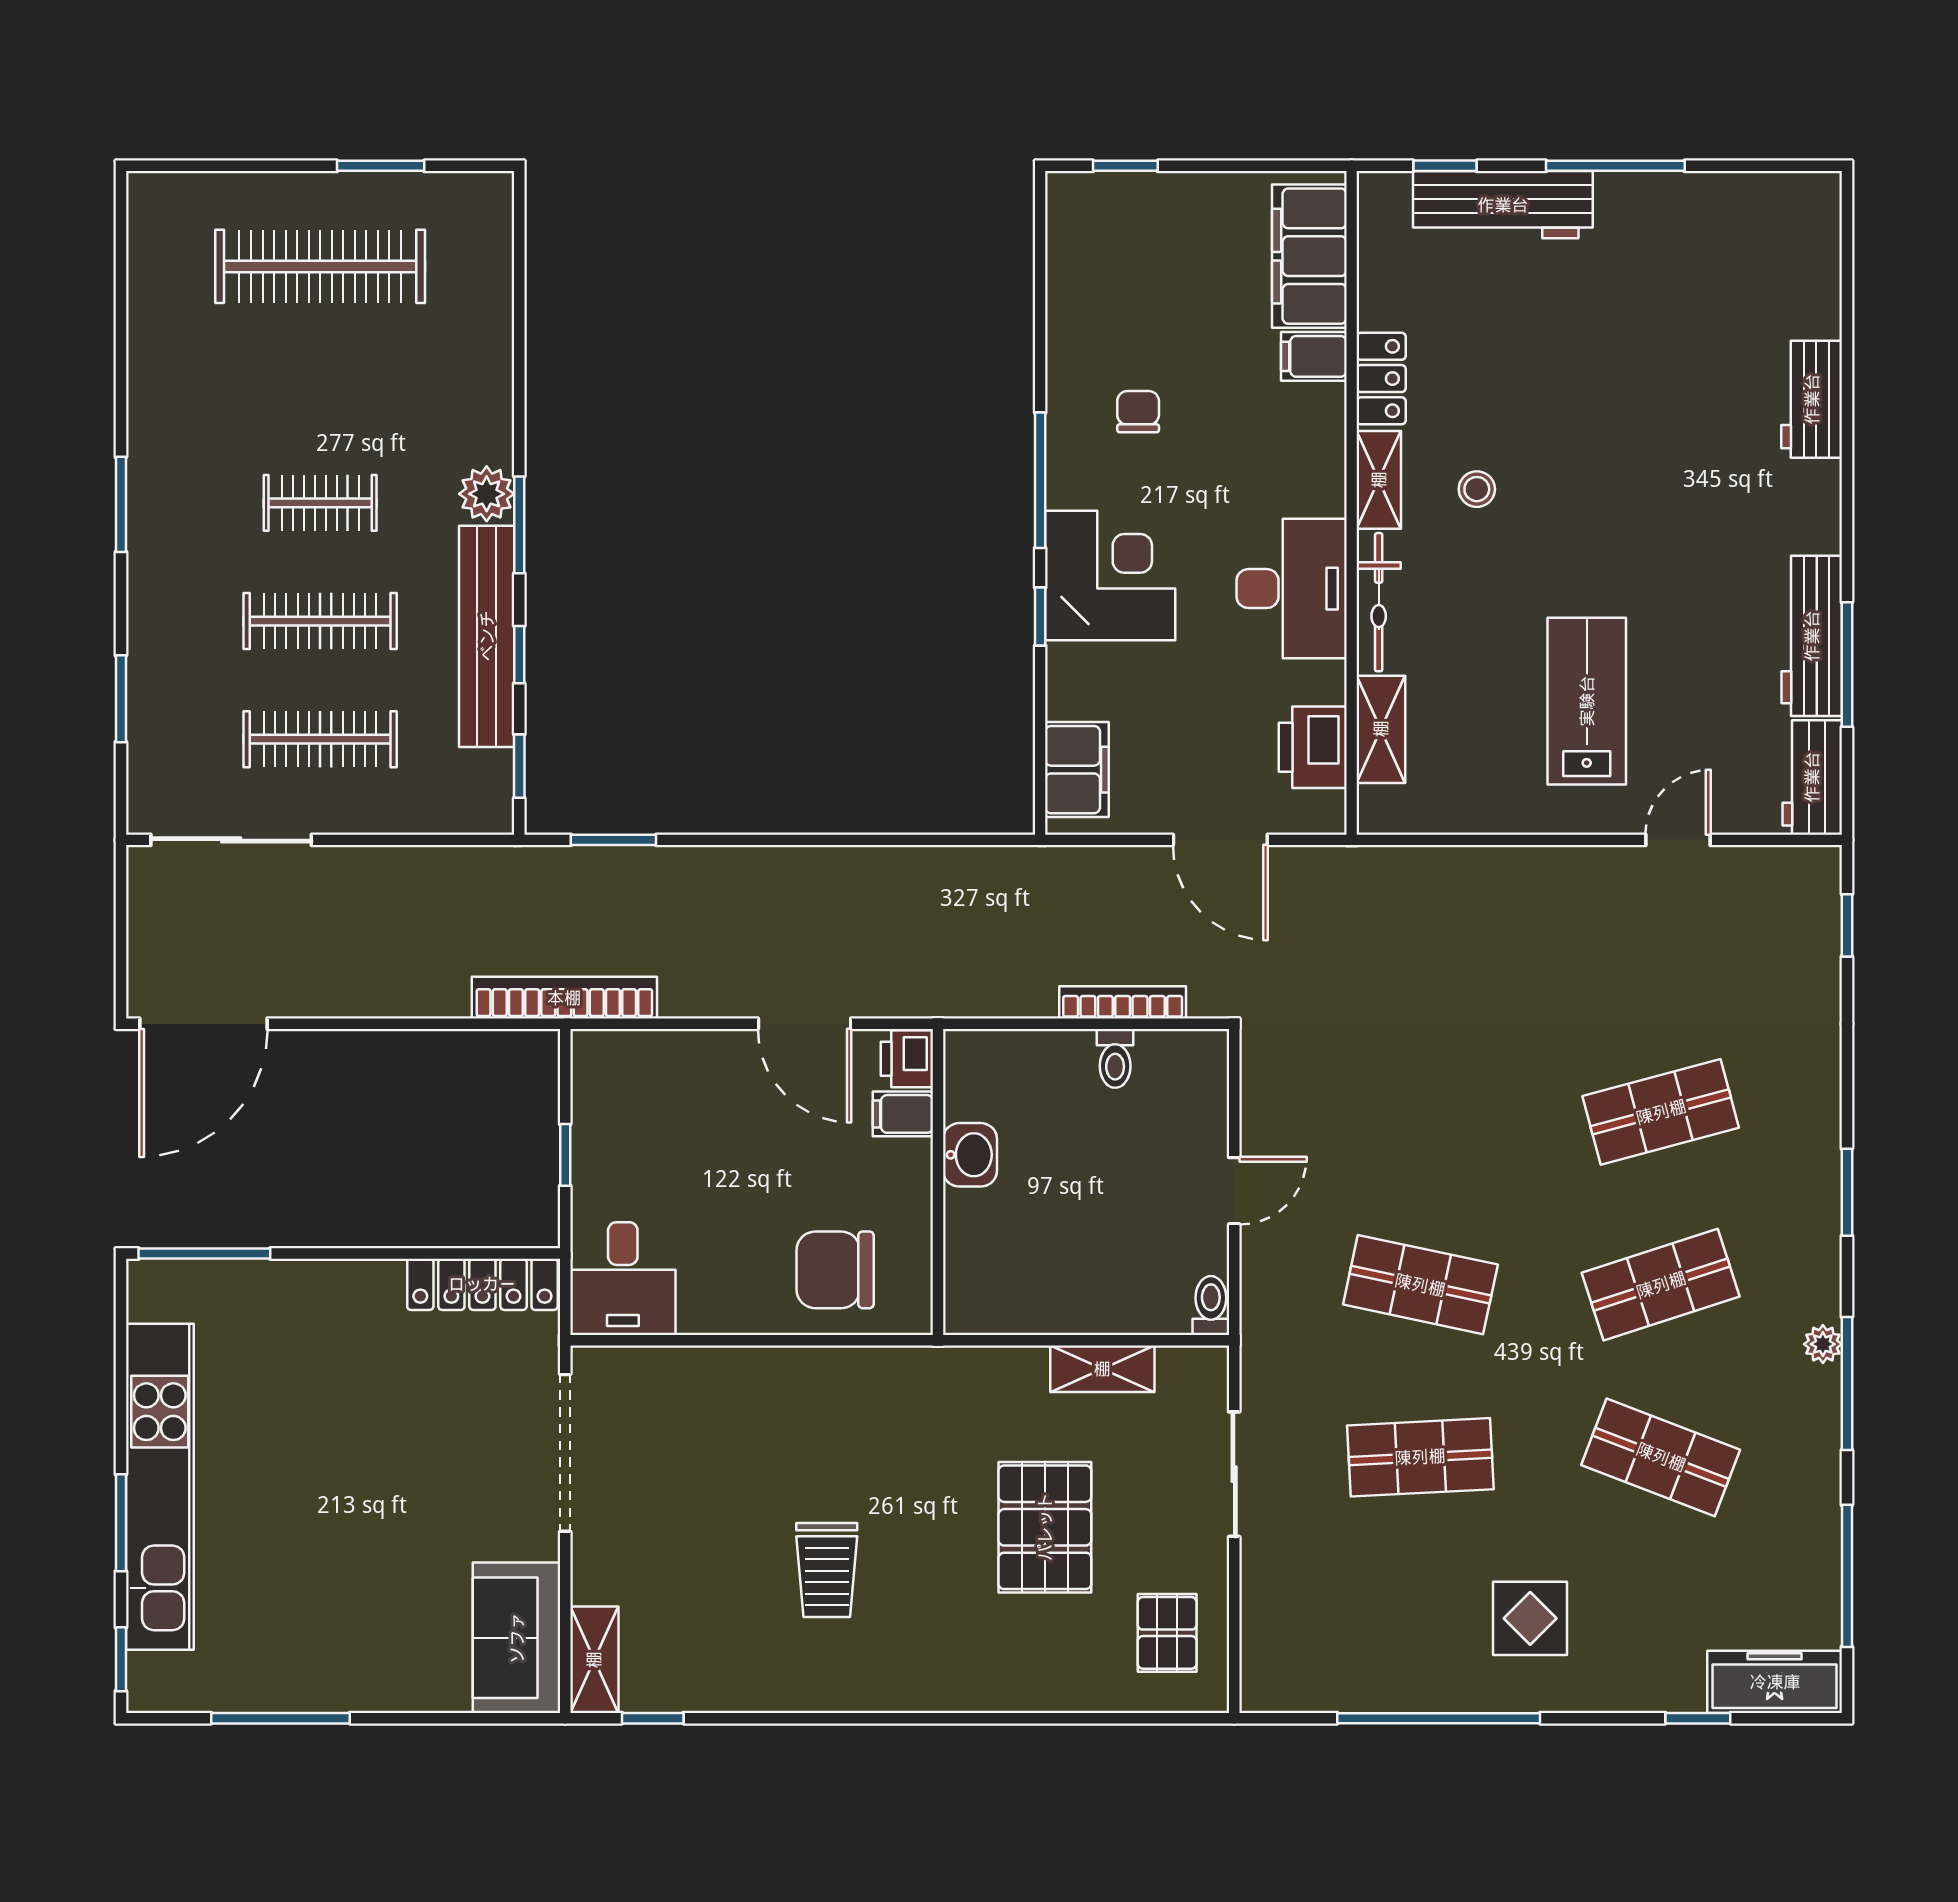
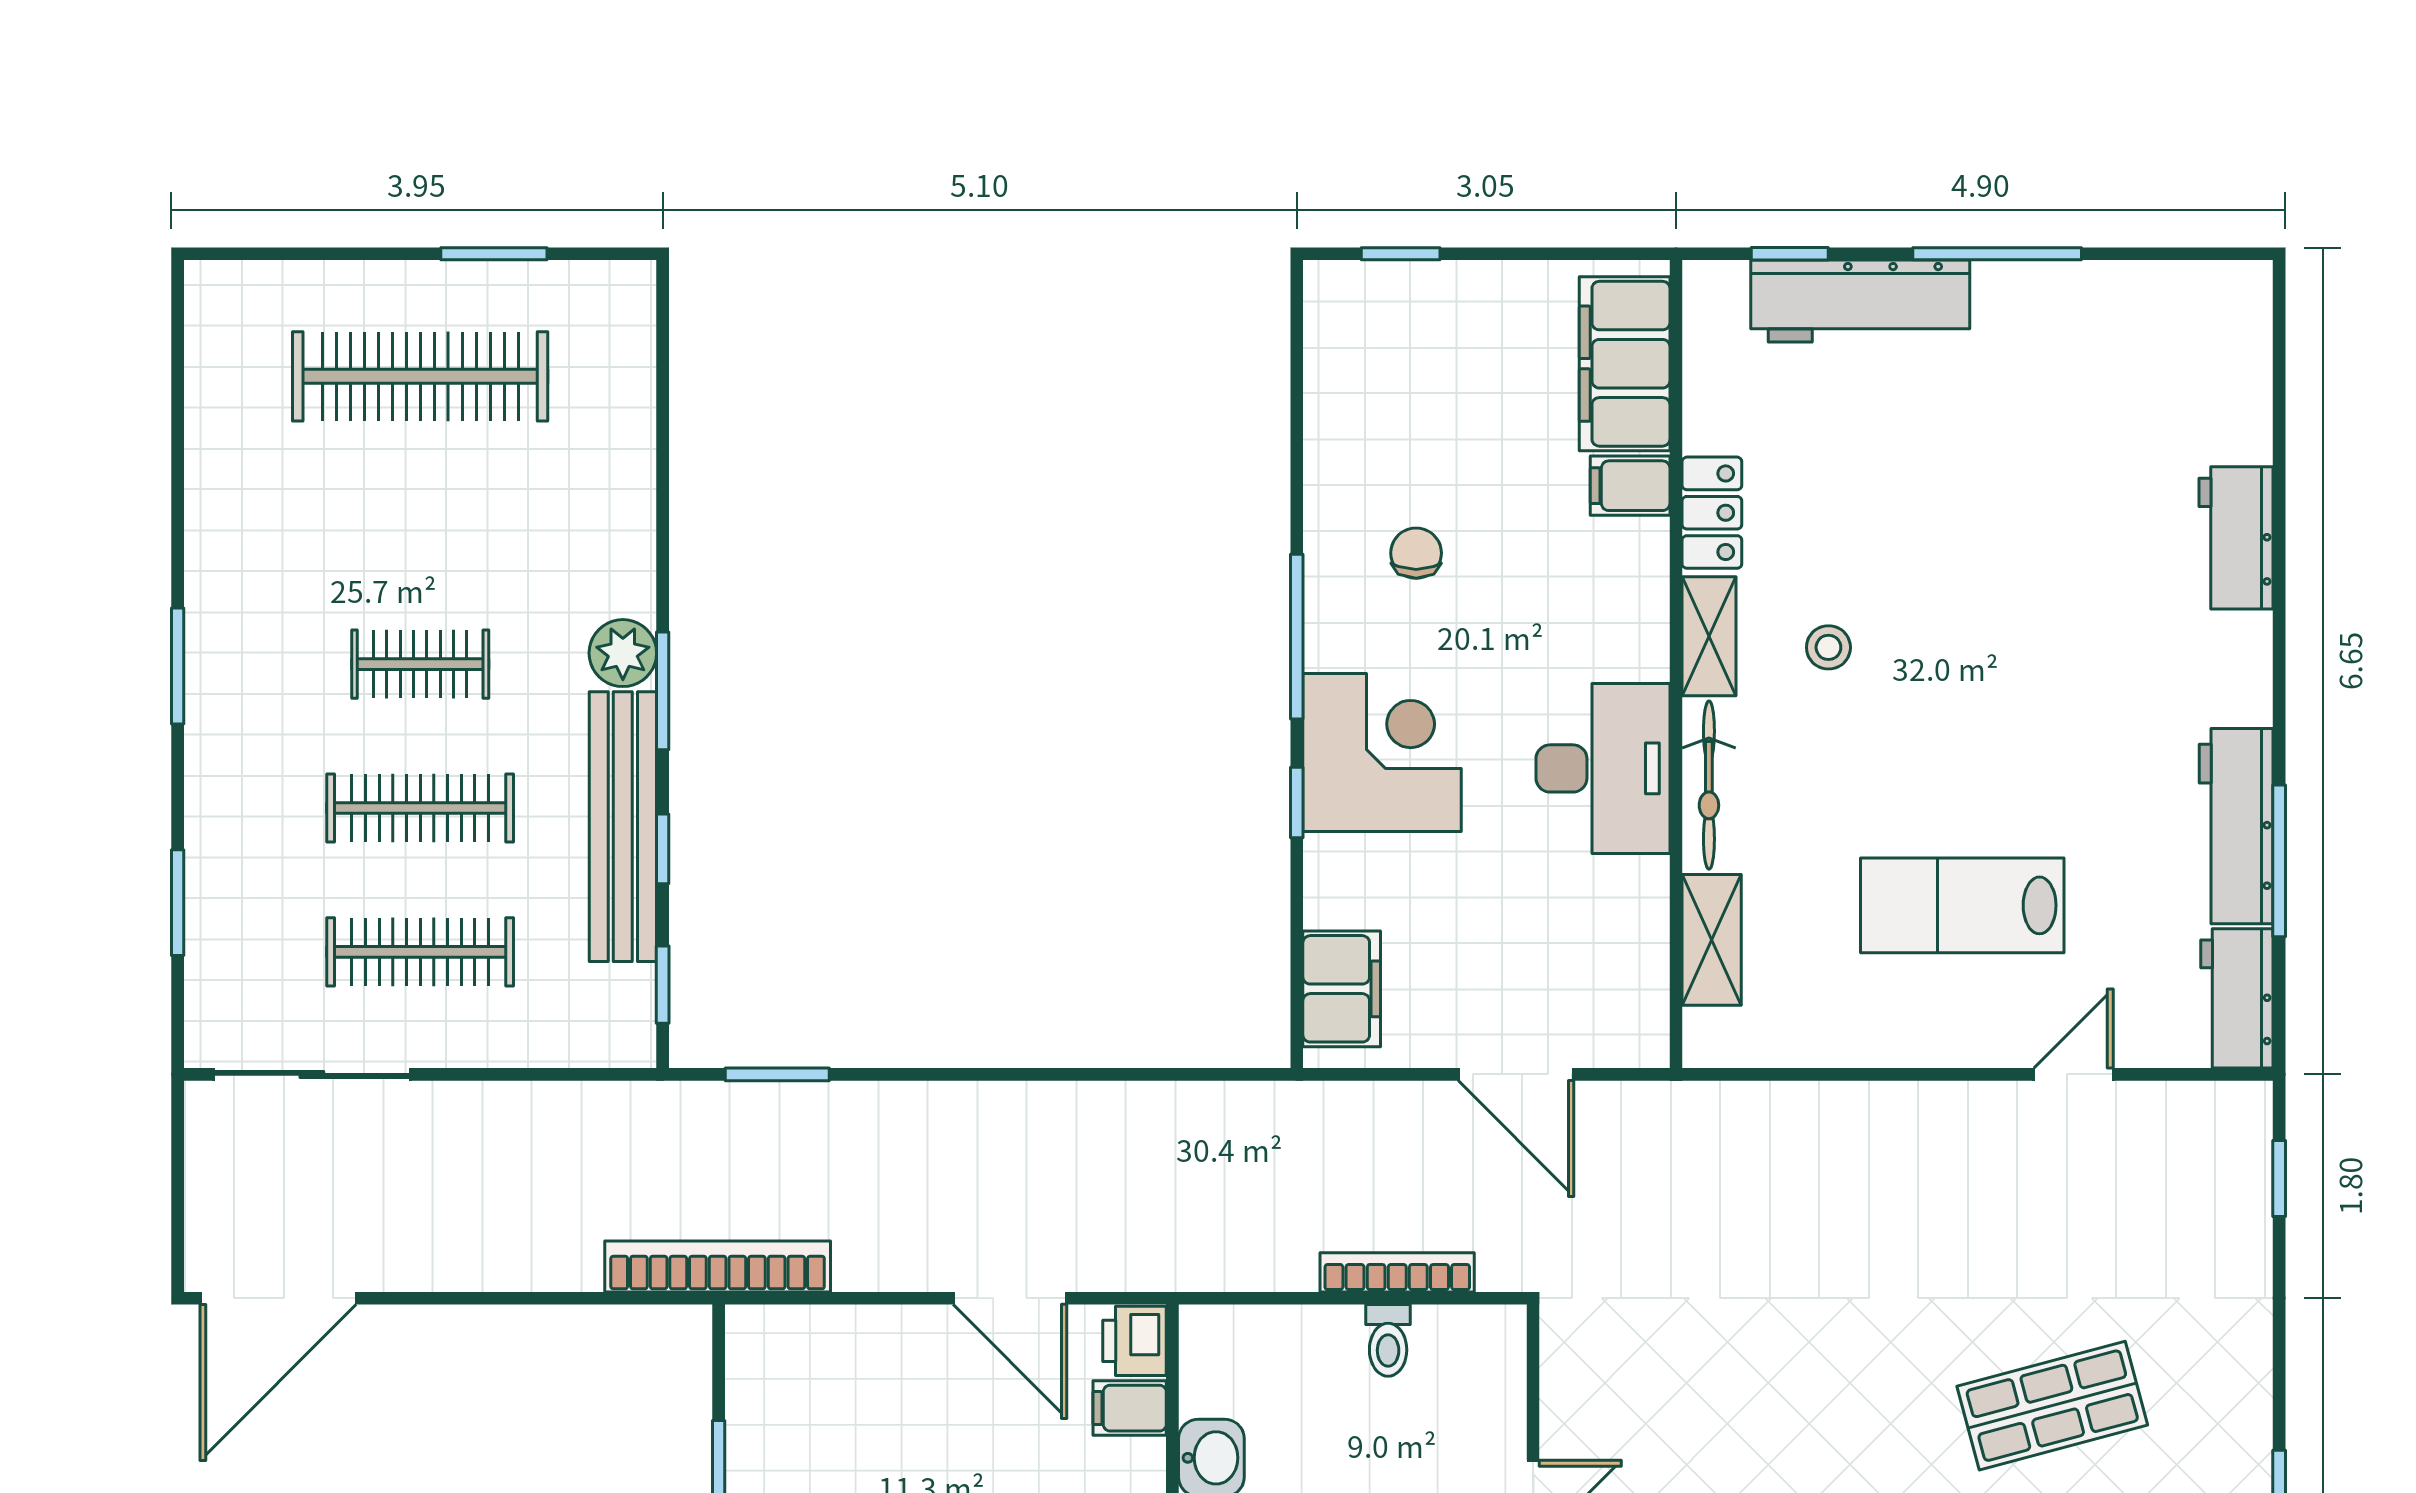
lab bench: (1587, 701) -> (1962, 905), turned -90
printer: (1313, 747) -> (1629, 962), removed

